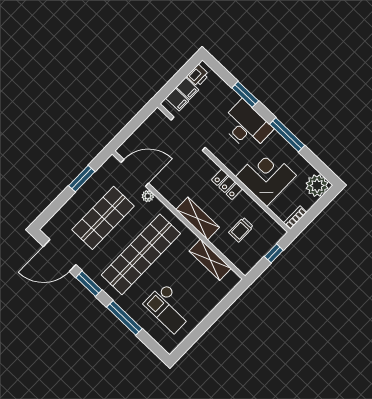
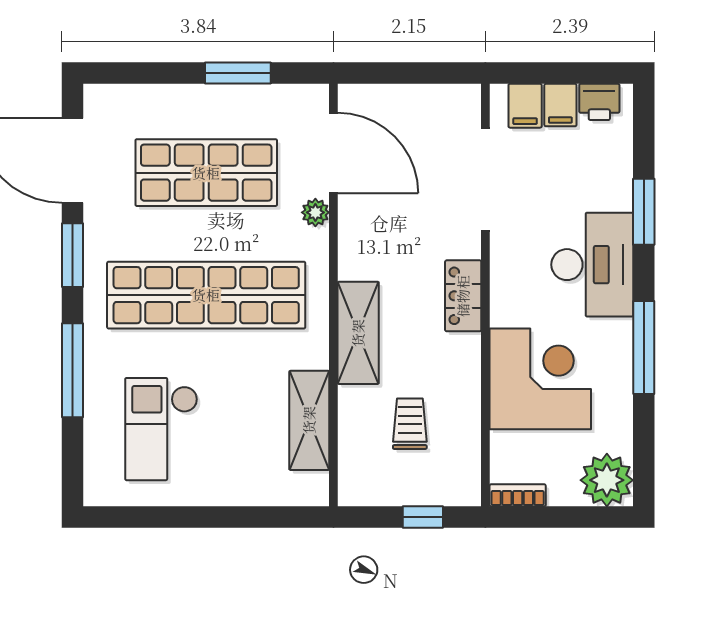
locker: (227, 184) -> (463, 296), moved
trolley: (241, 230) -> (410, 424), turned 90

